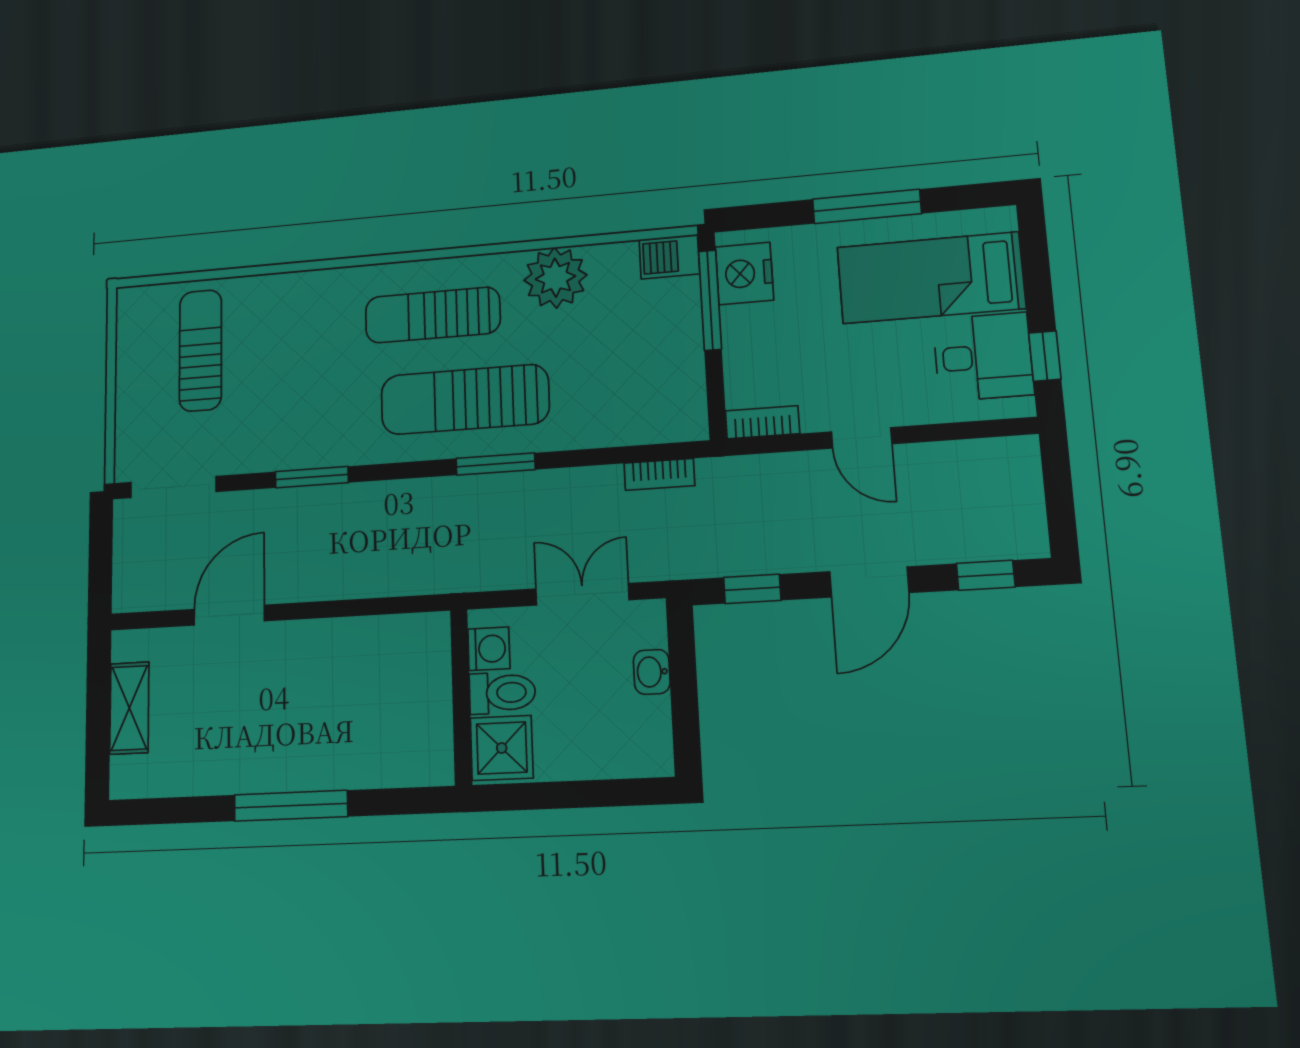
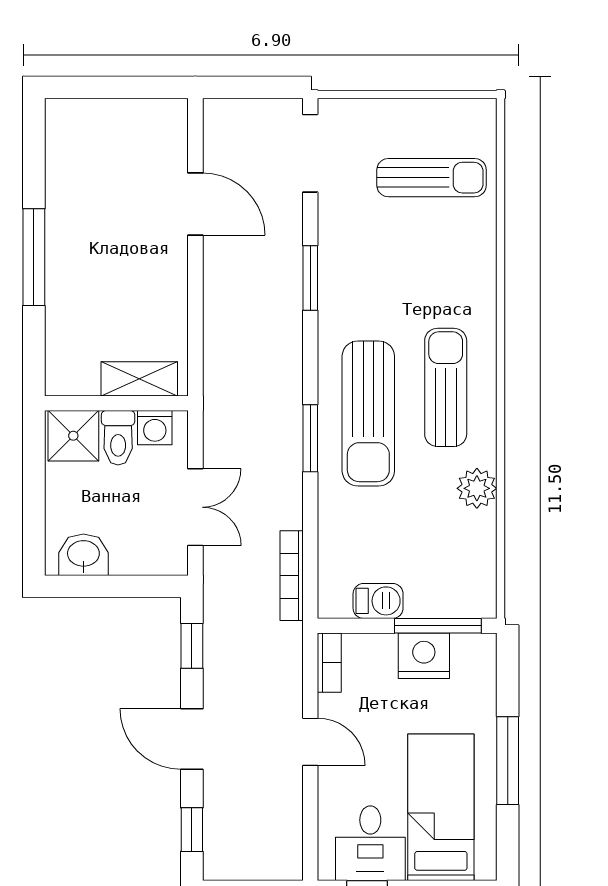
barbecue: (669, 257) -> (378, 601), moved, turned 90
nightstand: (744, 273) -> (424, 656), moved
plant: (555, 278) -> (477, 488), width x0.73, depth x0.73
sun lounger: (465, 400) -> (368, 414), turned 180
door: (862, 438) -> (310, 742), swing flipped
bookcase: (659, 474) -> (292, 576), width x1.56
washbasin: (652, 672) -> (83, 555), moved, width x1.38, depth x1.45
shelving: (129, 708) -> (139, 379), moved

